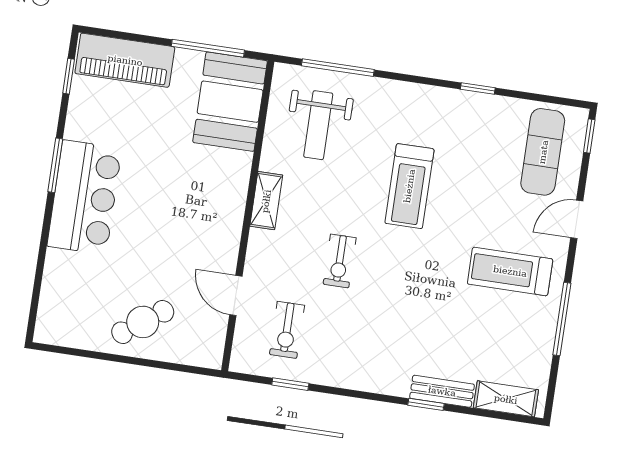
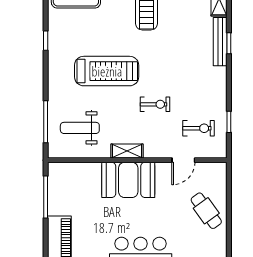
booth: (230, 102) -> (128, 180), moved
weight bench: (318, 125) -> (80, 128), turned 180
treadmill: (409, 186) -> (107, 71), width x1.37, depth x1.38
bench: (442, 391) -> (220, 42), width x1.36

